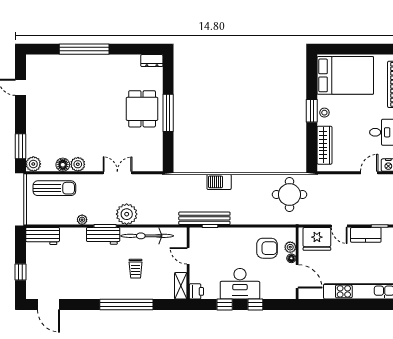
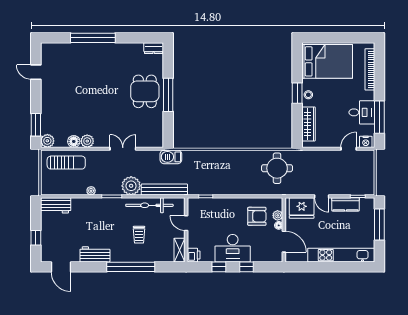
barbecue: (219, 182) -> (171, 157), moved
bench: (204, 218) -> (164, 190), moved
workbench: (103, 236) -> (95, 254), moved, turned 180

